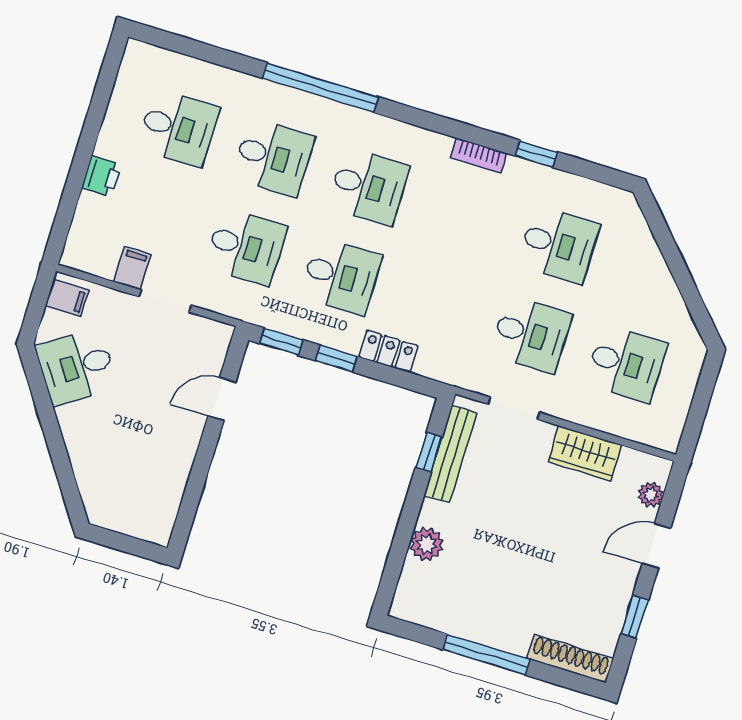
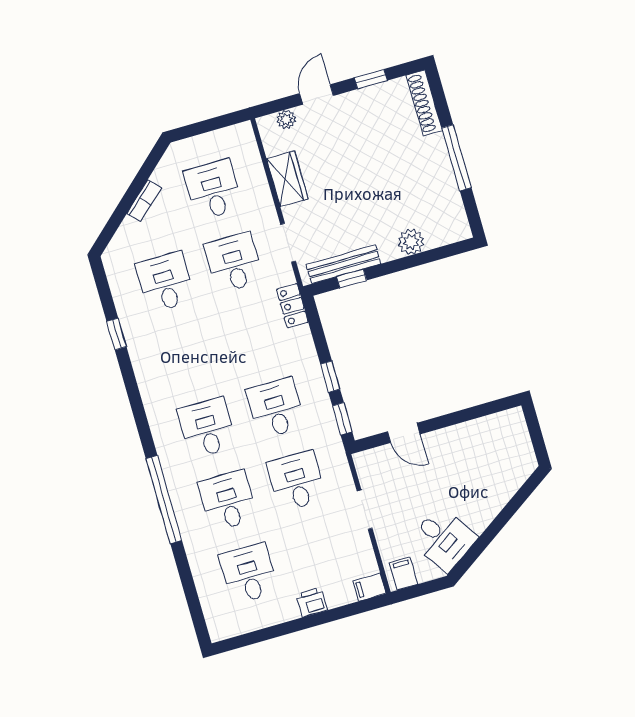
bookcase: (479, 155) -> (144, 201), moved, turned 48
filing cabinet: (132, 268) -> (370, 587), moved
locker: (388, 351) -> (292, 306), moved
door: (656, 546) -> (316, 95), swing flipped

